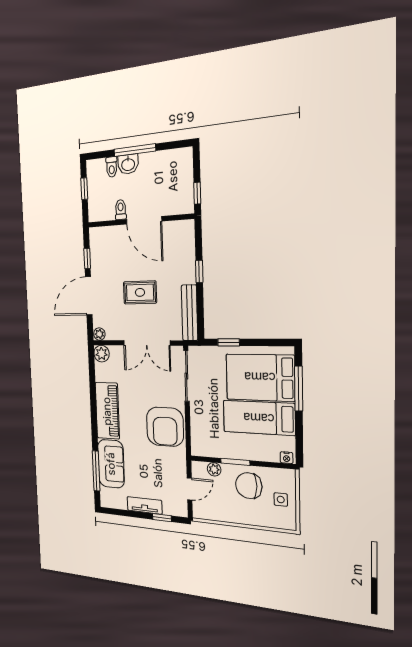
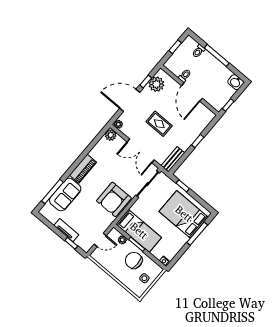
washbasin: (128, 164) -> (236, 82), moved
plant: (100, 250) -> (156, 84), added
bench: (190, 313) -> (173, 159), width x0.73
piano: (107, 411) -> (83, 169), width x0.73, depth x0.75
bed: (259, 418) -> (139, 231), moved, turned 180

